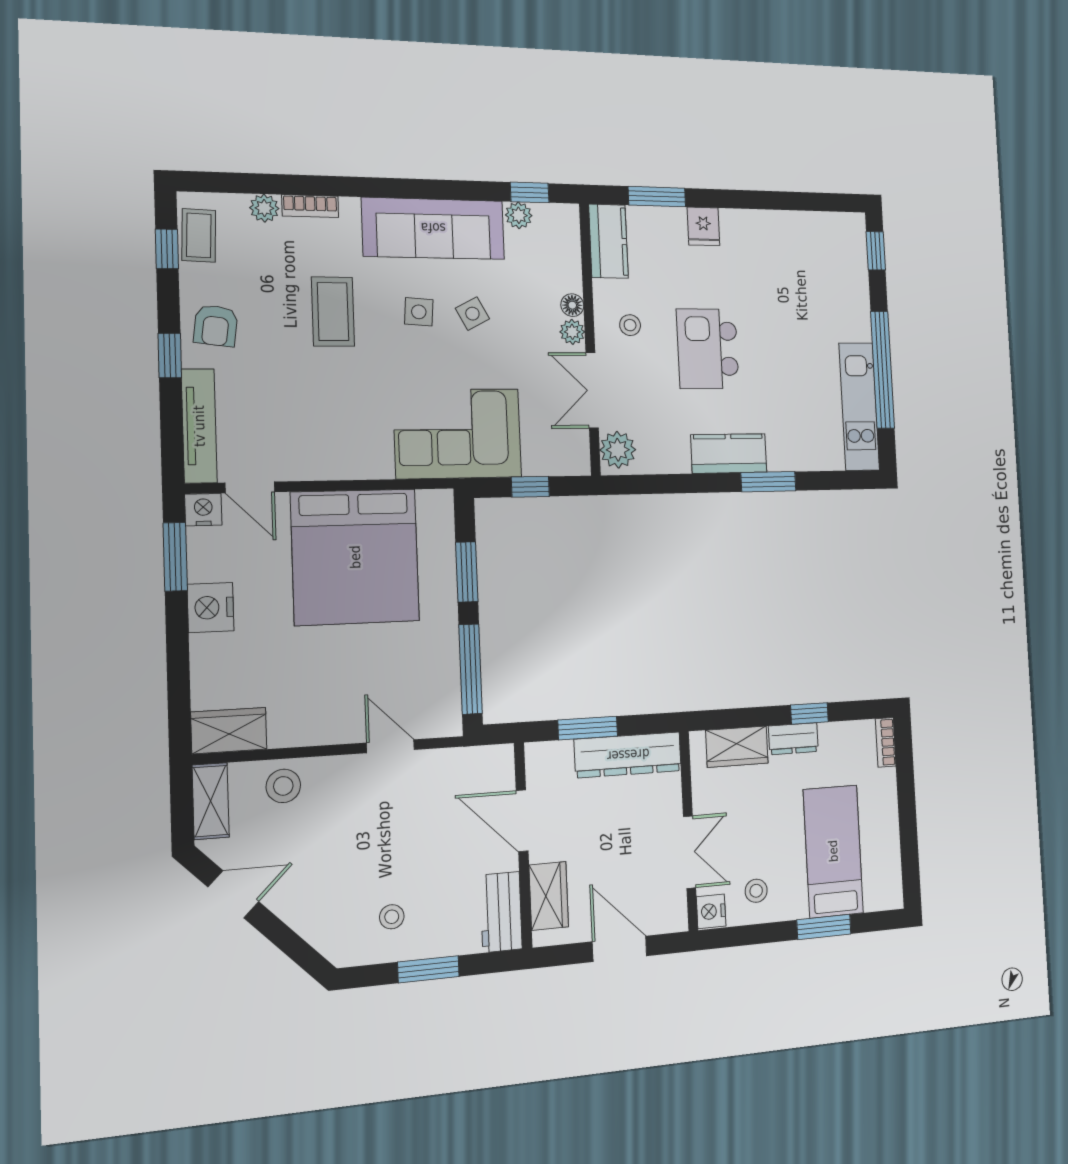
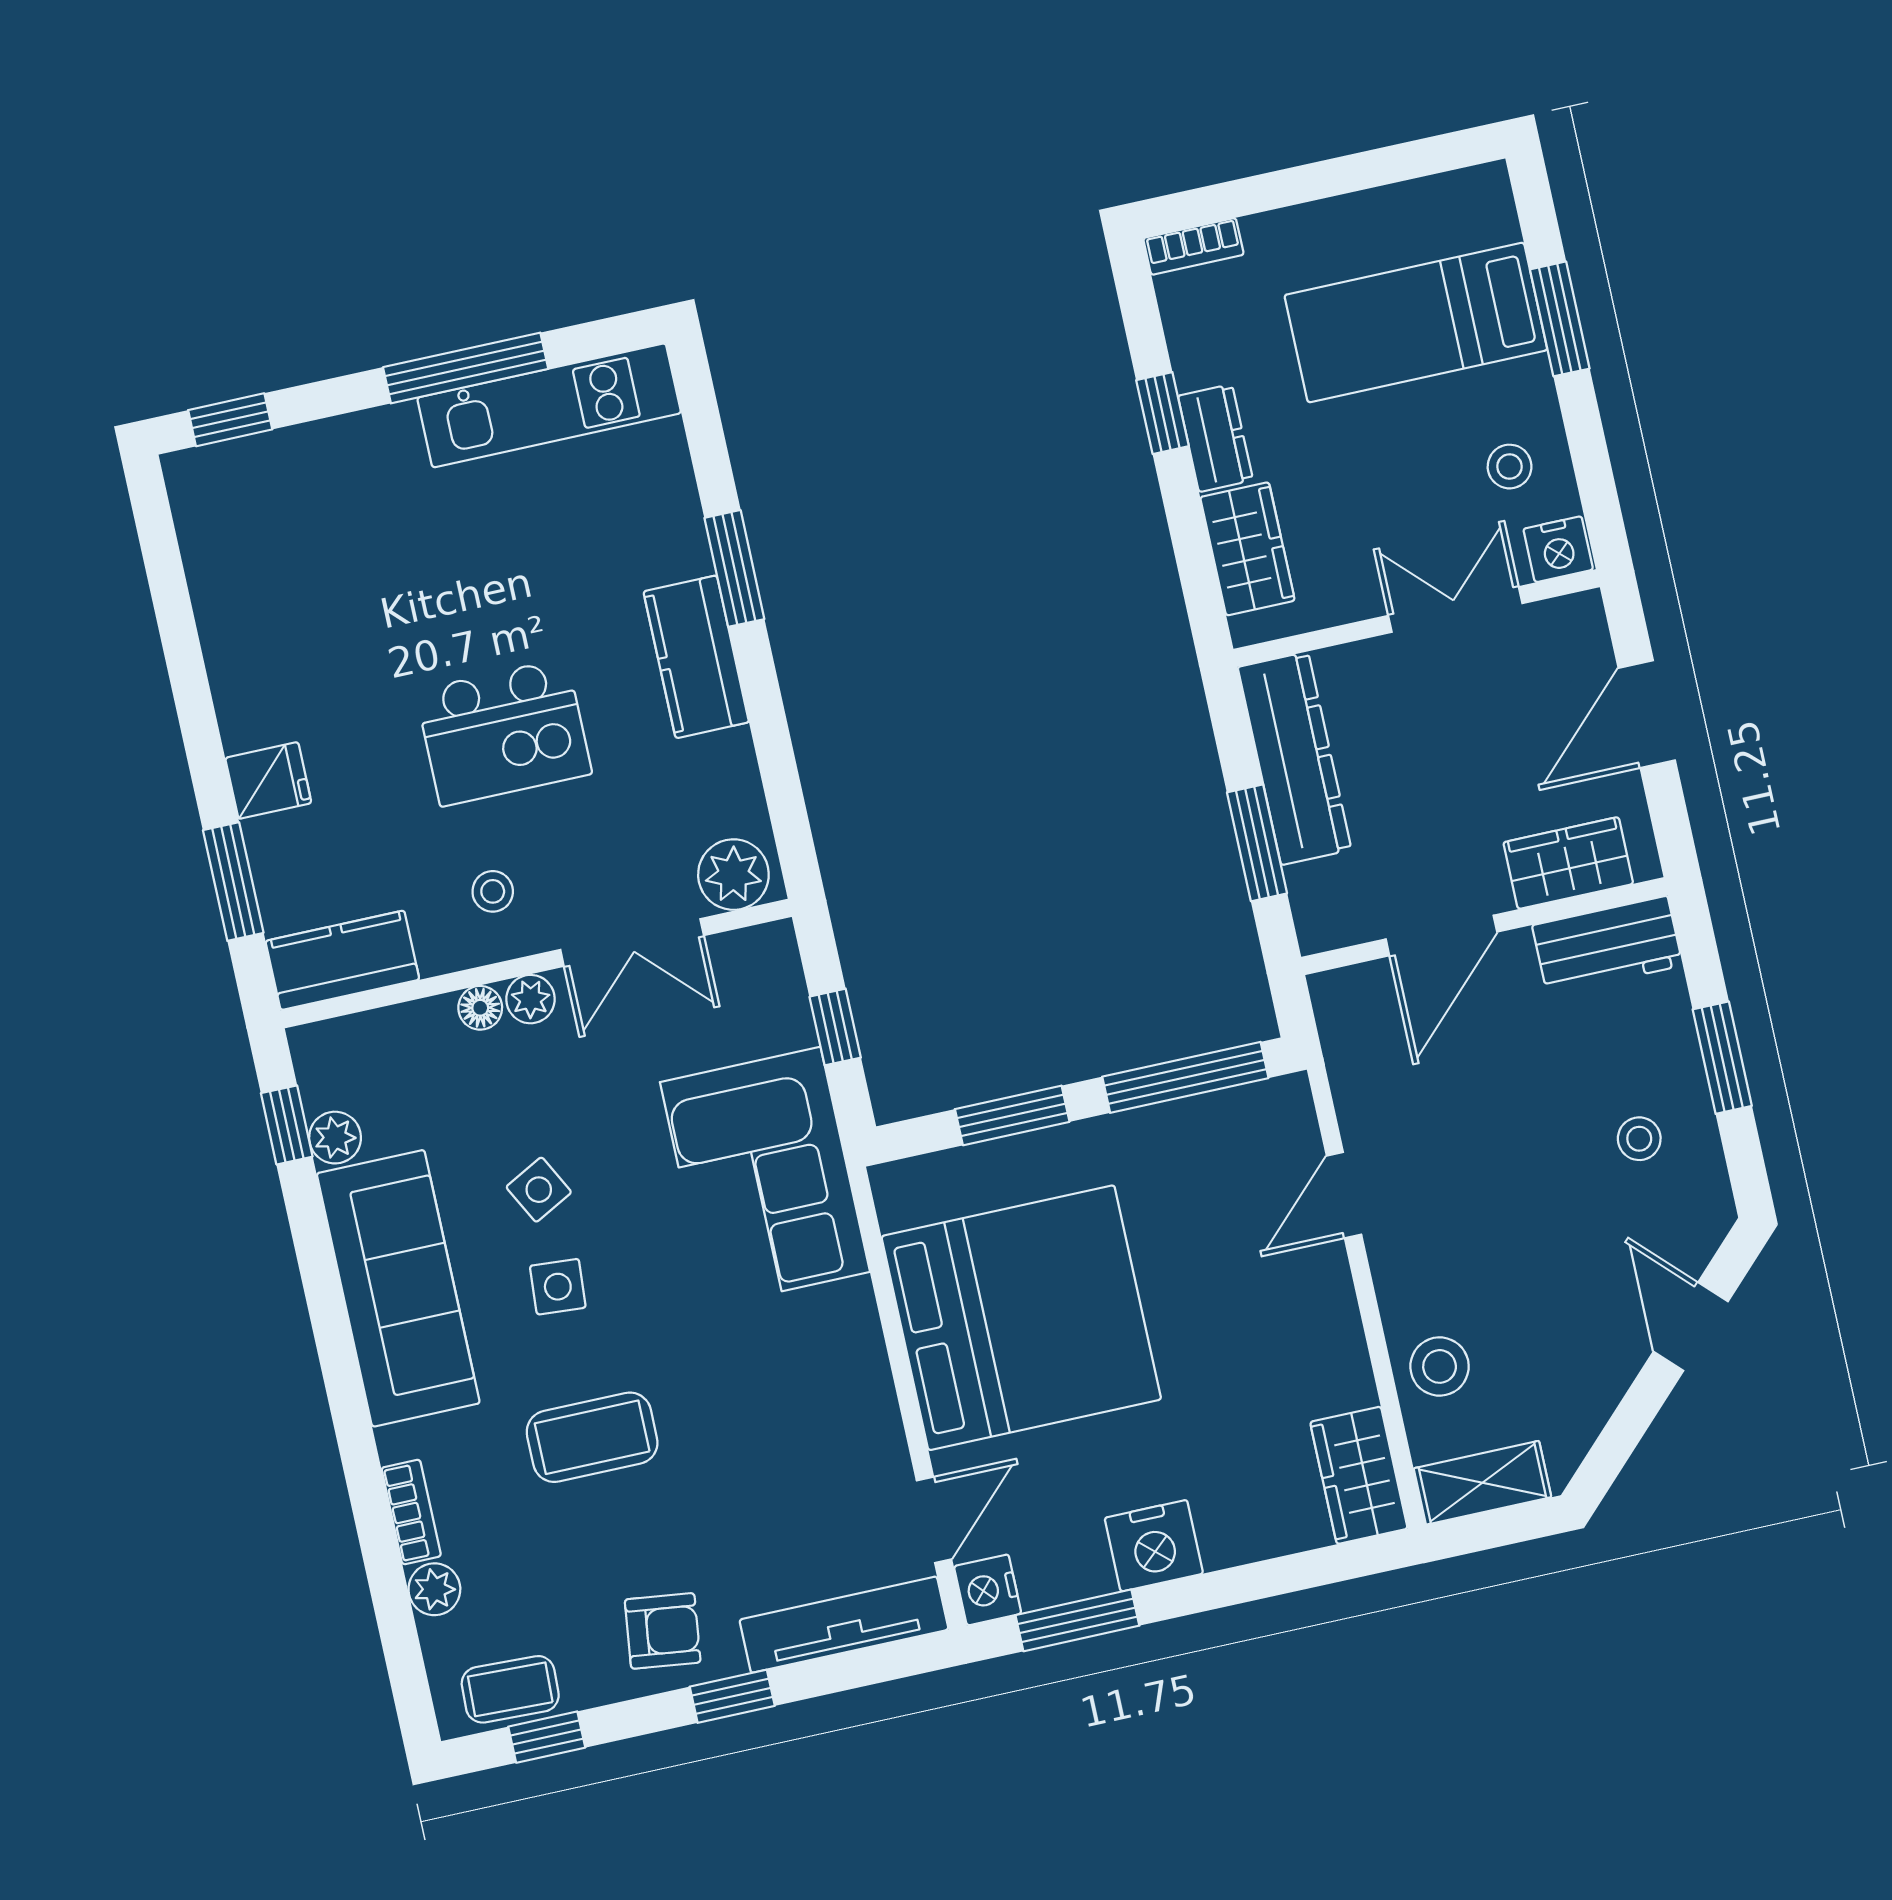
window: (882, 370) -> (466, 368), width x0.68
door: (233, 894) -> (1691, 1326), moved

